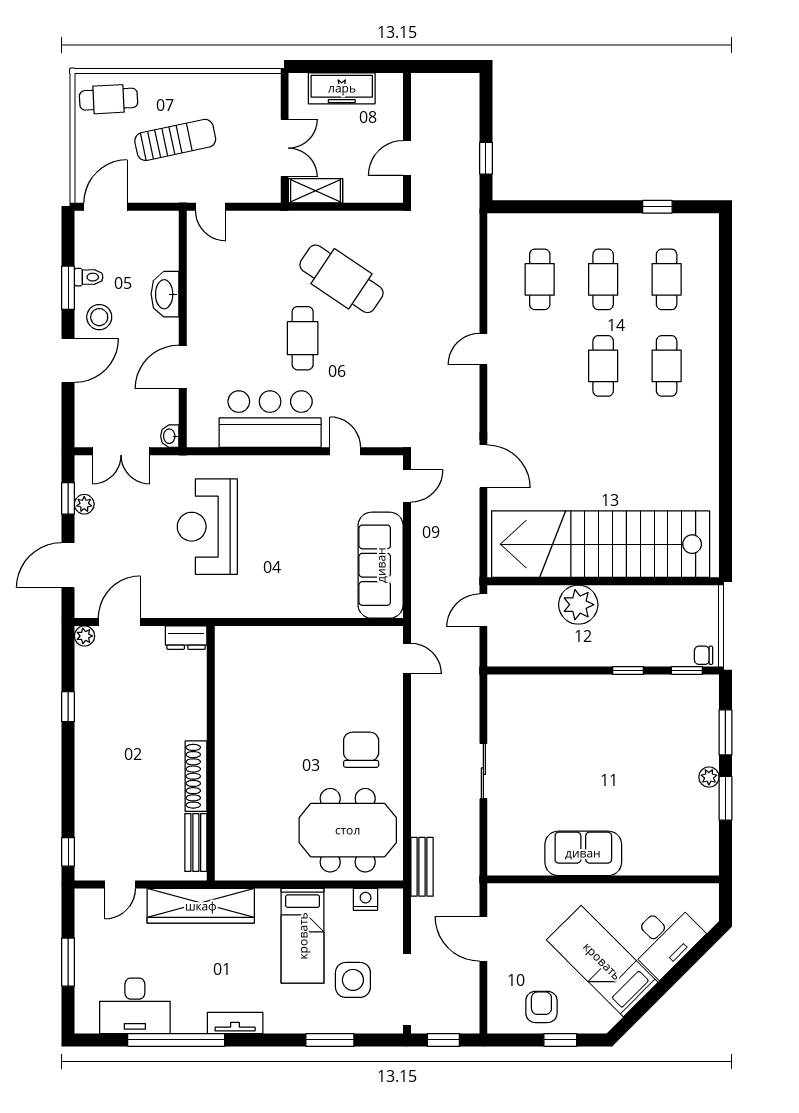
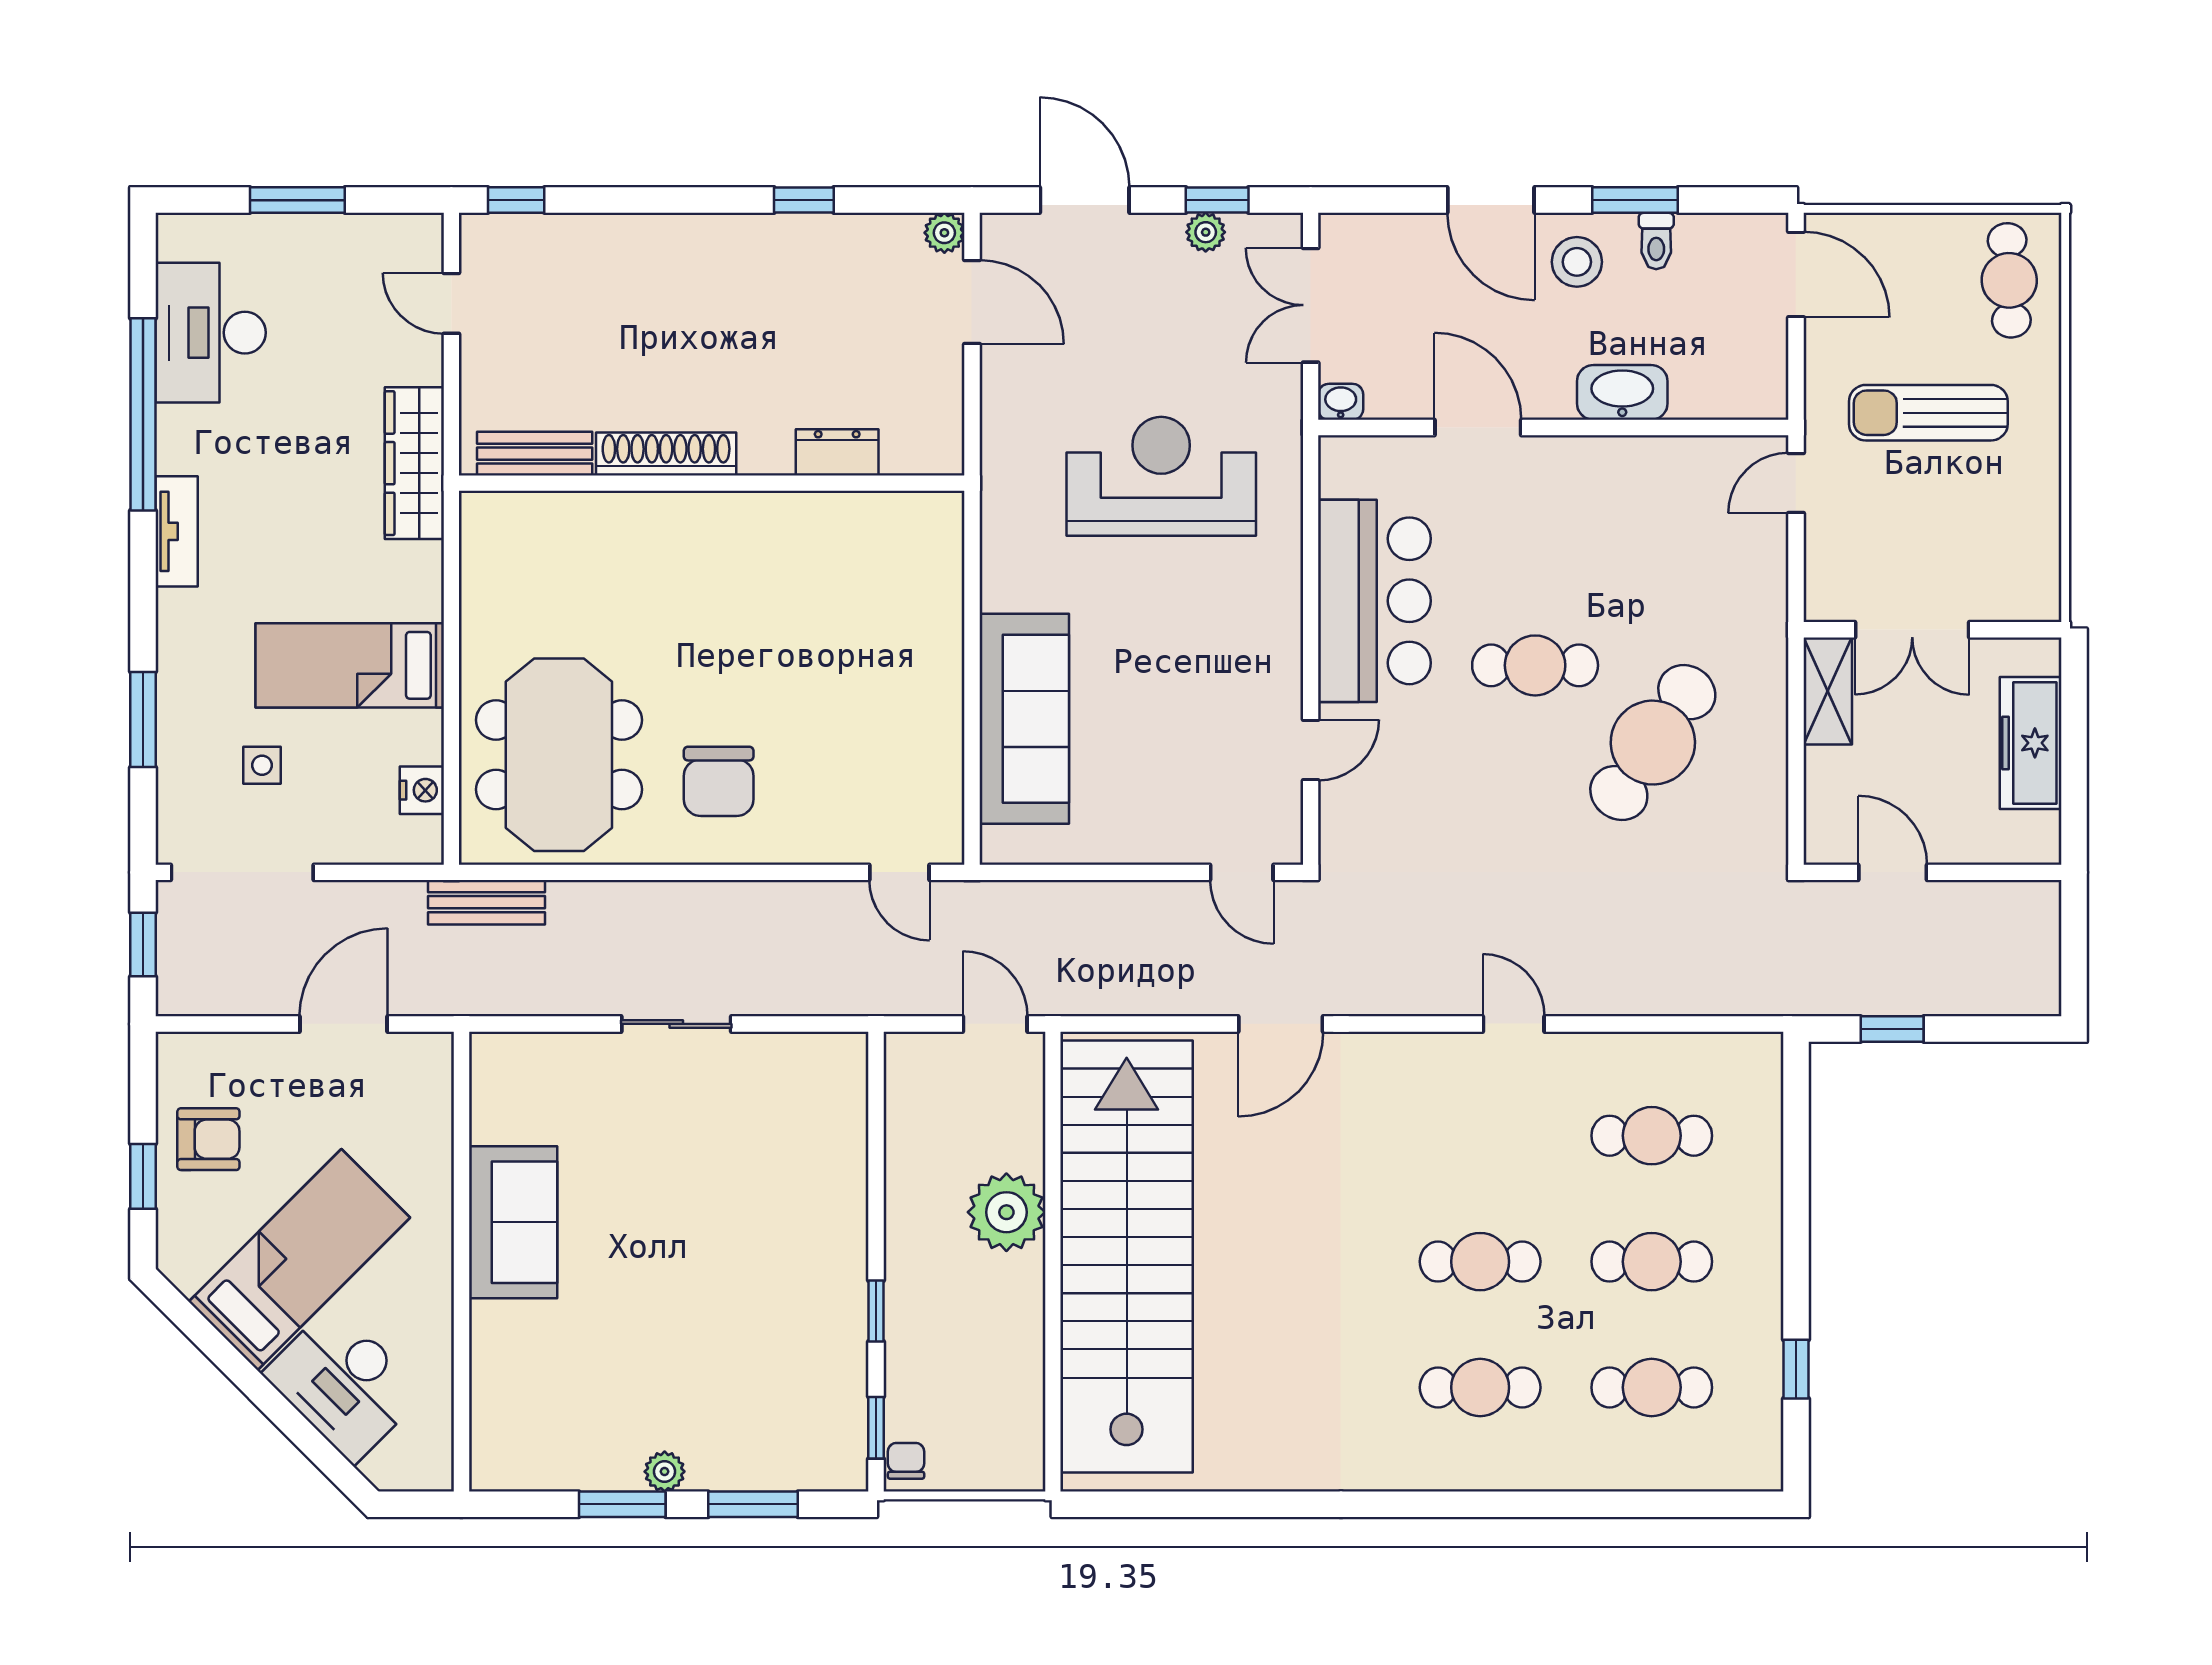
sun lounger: (175, 140) -> (1928, 413), turned 102
sofa: (381, 565) -> (1024, 719), moved, turned 90
dresser: (186, 638) -> (837, 452), moved, turned 90
door: (407, 659) -> (899, 872), hinge flipped
chair: (361, 750) -> (719, 781), turned 90
wardrobe: (201, 906) -> (414, 463), width x0.71, depth x0.85
side table: (353, 980) -> (262, 765), width x0.54, depth x0.54

